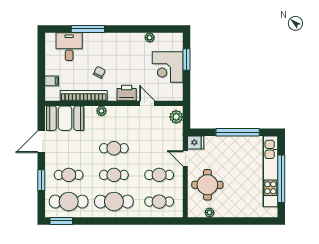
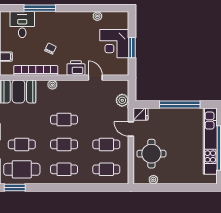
window: (187, 60) -> (132, 48), moved
plant: (176, 117) -> (122, 100), moved
cafe table: (114, 202) -> (64, 169), width x0.73, depth x0.74

